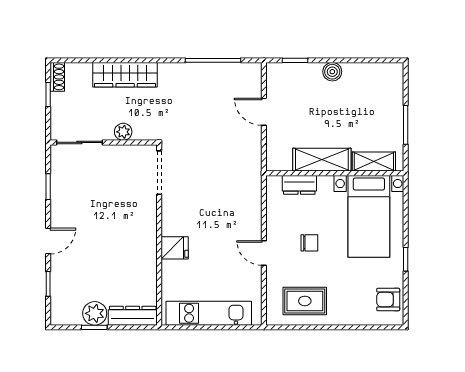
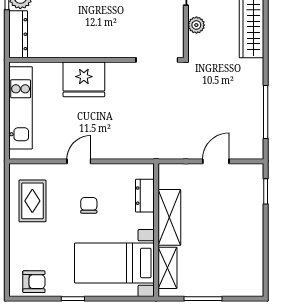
boiler: (332, 72) -> (255, 228), removed
chair: (309, 243) -> (89, 205), turned 180
fridge: (175, 248) -> (84, 79), width x1.88, depth x1.34
armchair: (388, 299) -> (34, 282), turned 90

